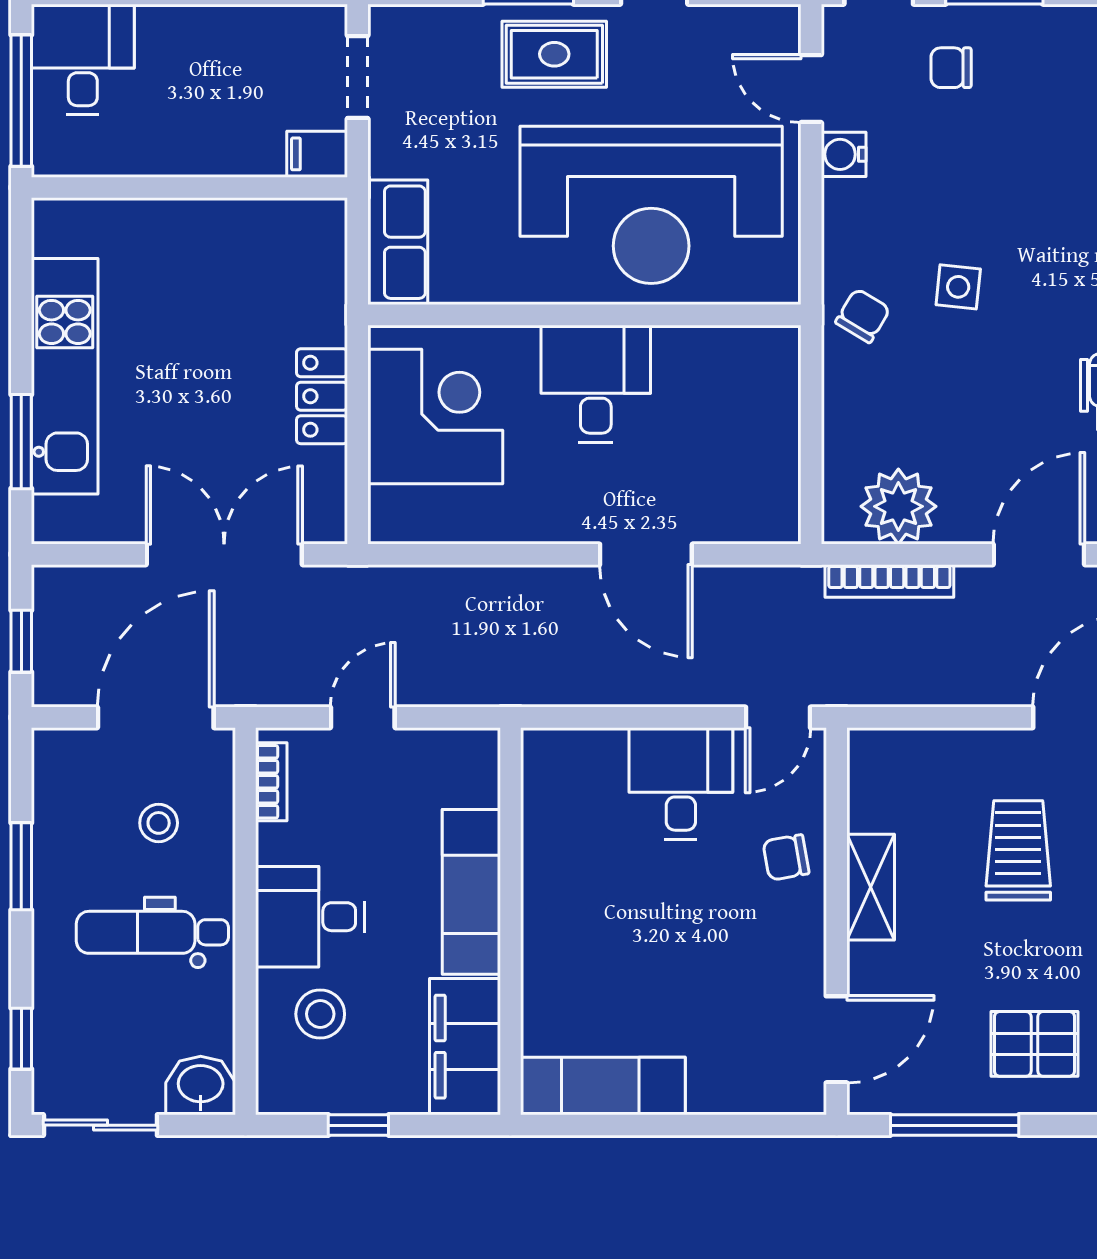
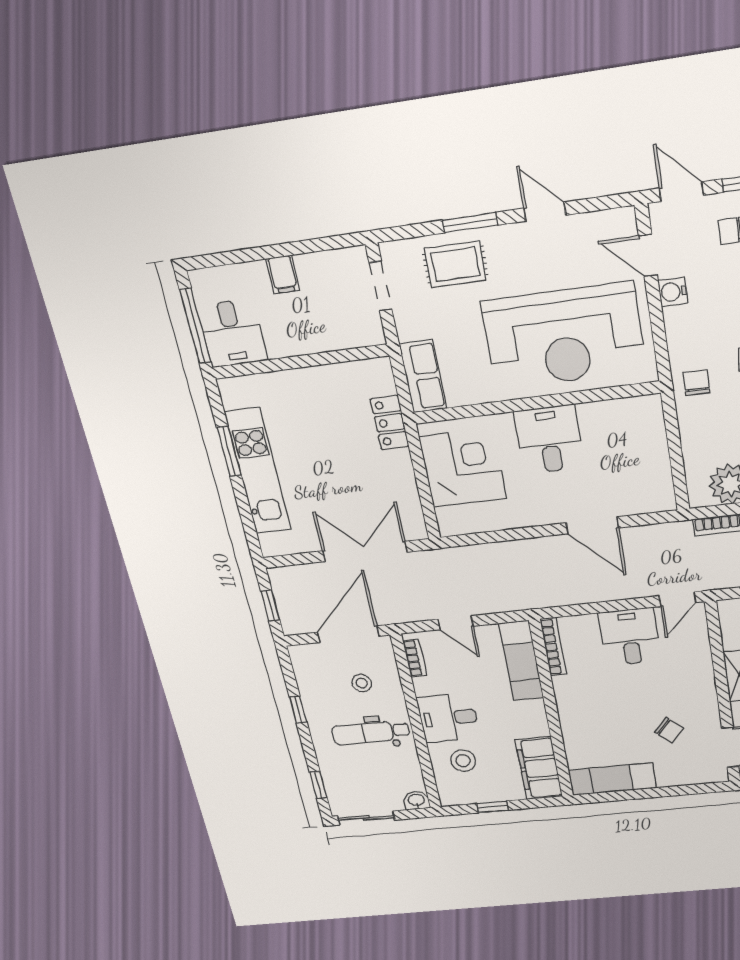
rug: (554, 54) -> (455, 264), moved
desk: (83, 59) -> (232, 333), moved, turned 180
filing cabinet: (317, 154) -> (283, 274), moved, turned -90
chair: (863, 316) -> (696, 383), turned -31
locker: (322, 396) -> (390, 423), moved
window: (21, 442) -> (229, 451), moved
door: (363, 717) -> (455, 623), swing flipped
bookcase: (536, 788) -> (553, 647), added
chair: (786, 857) -> (669, 730), moved, turned -128
window: (21, 866) -> (298, 710), width x0.67
exam couch: (471, 892) -> (521, 661), moved
washbasin: (201, 1085) -> (416, 800), width x0.72, depth x0.69

